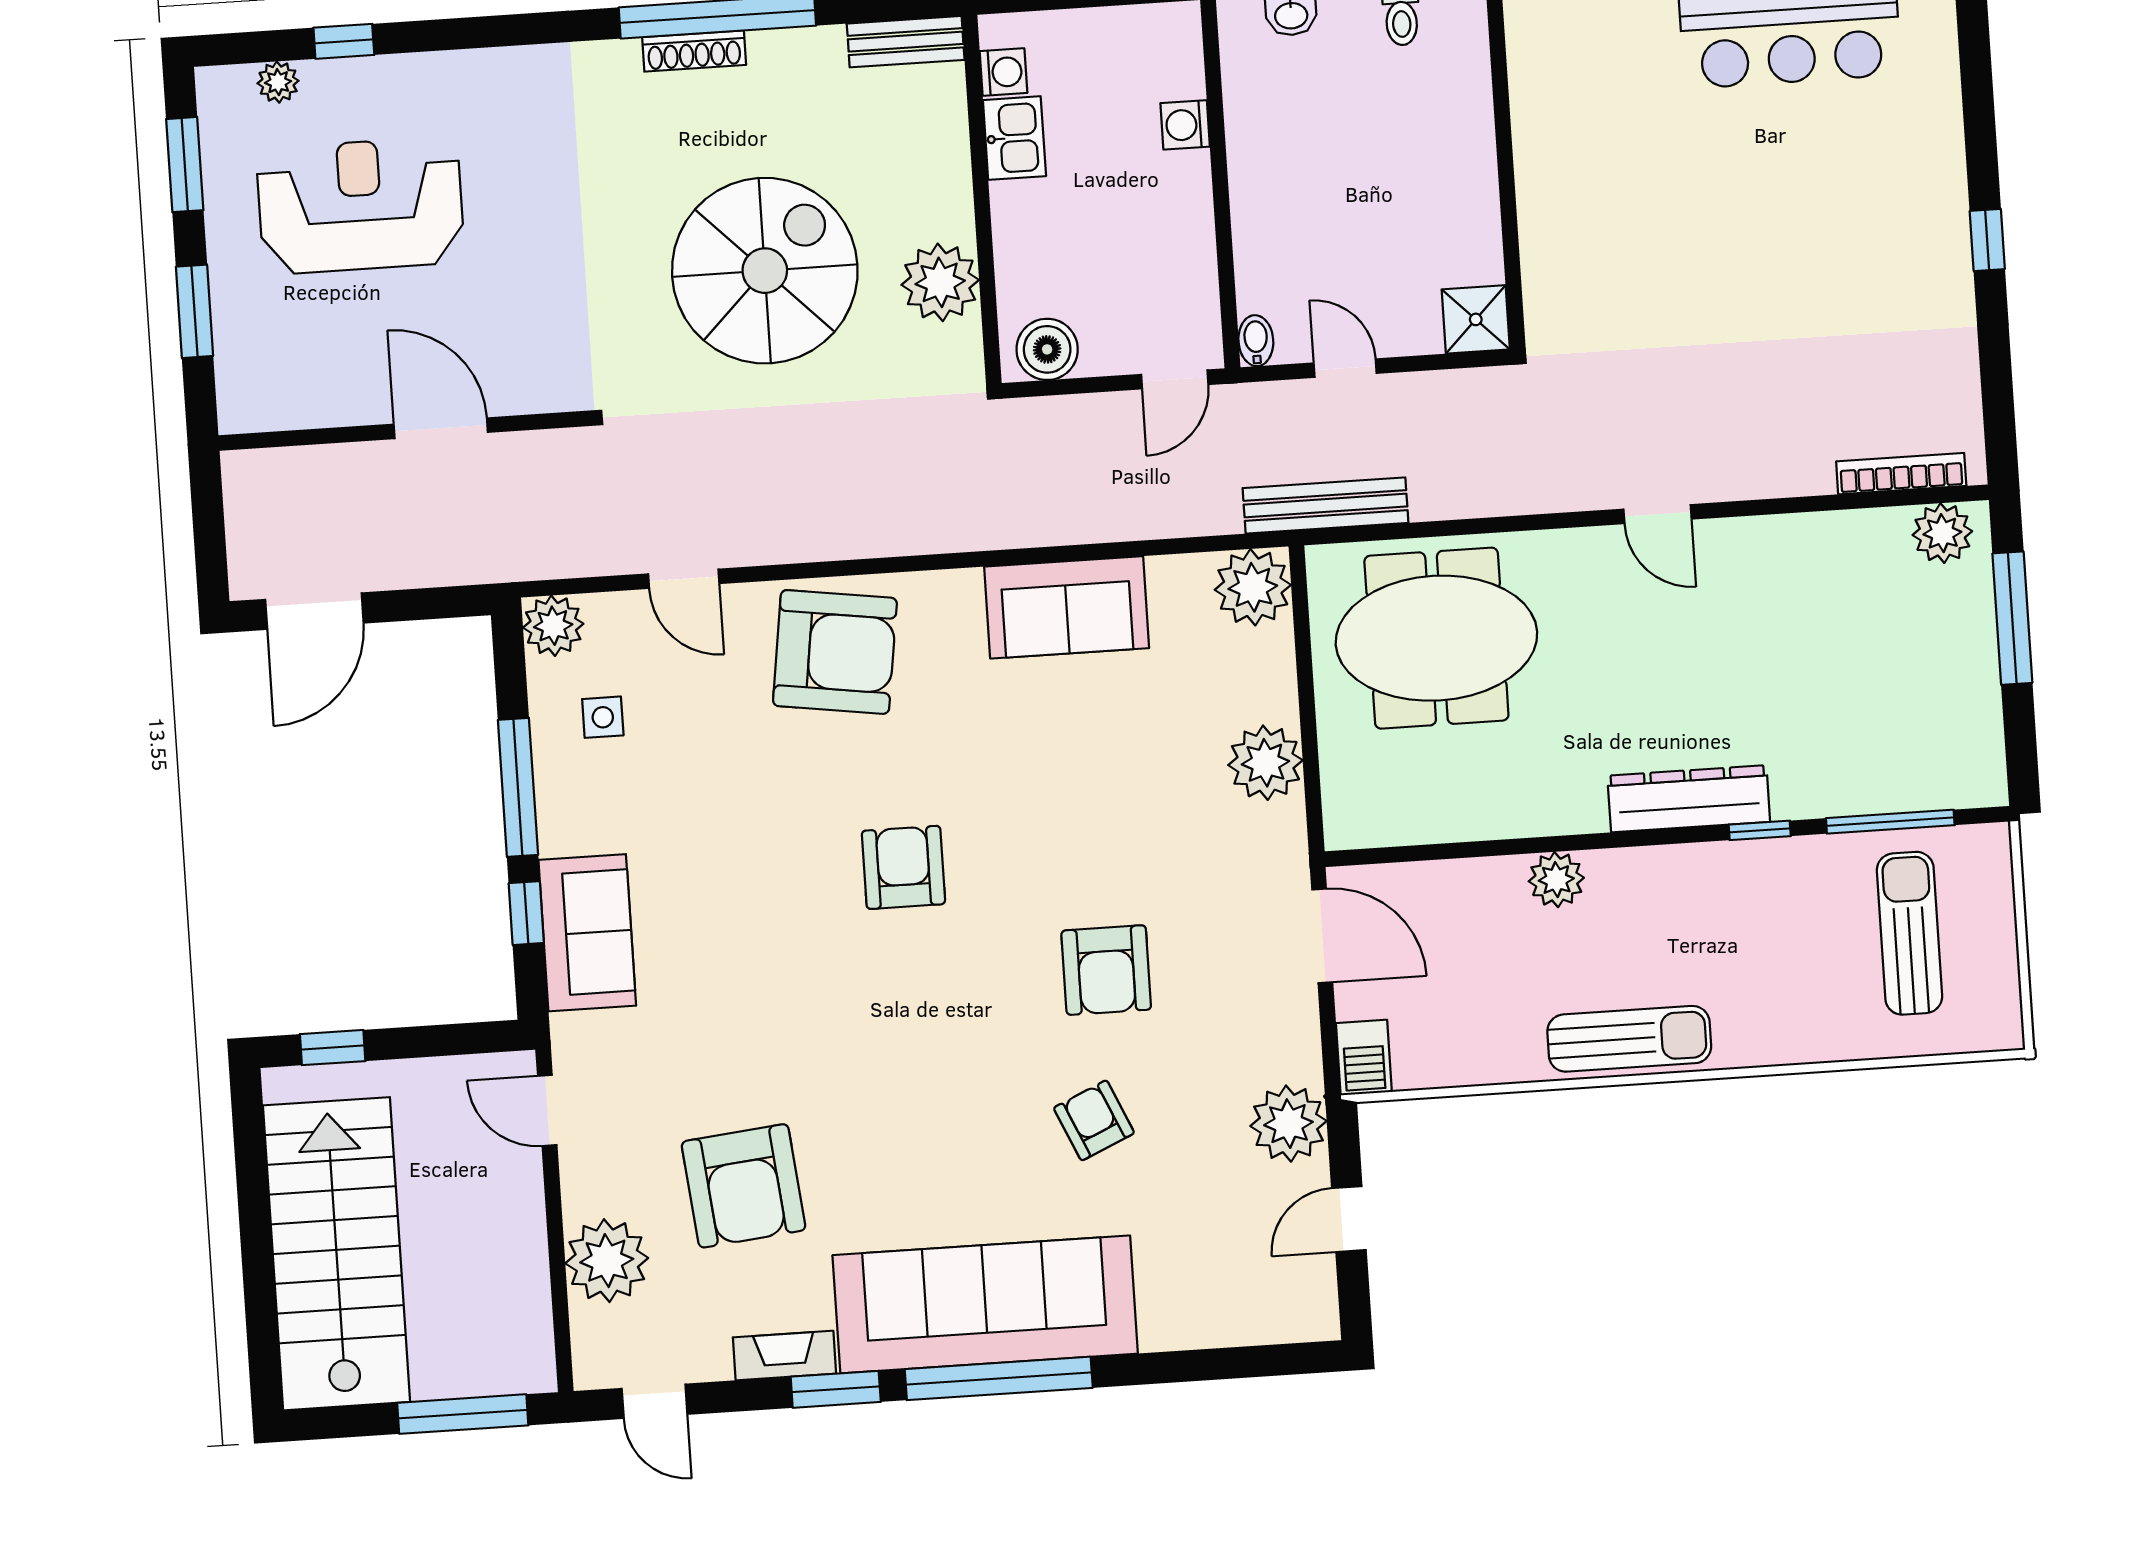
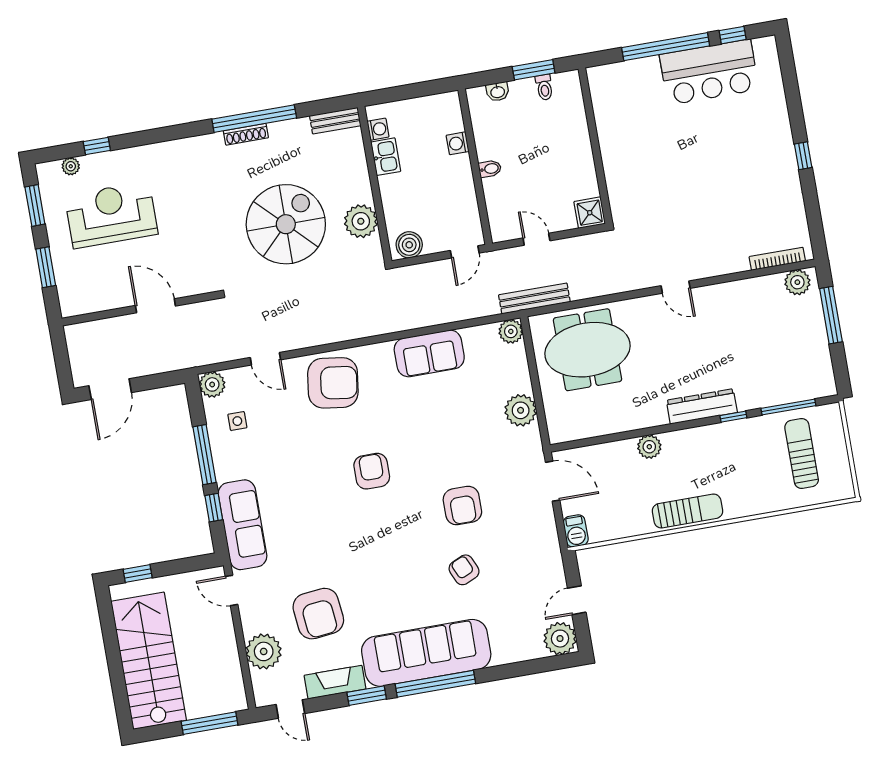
bidet: (1256, 341) -> (490, 169), moved, turned 90
plant: (1253, 587) -> (511, 331), width x0.73, depth x0.73
sofa: (587, 933) -> (243, 525), width x1.36
plant: (1288, 1124) -> (560, 639), moved
fireplace: (784, 1355) -> (335, 682), width x1.37, depth x1.32

